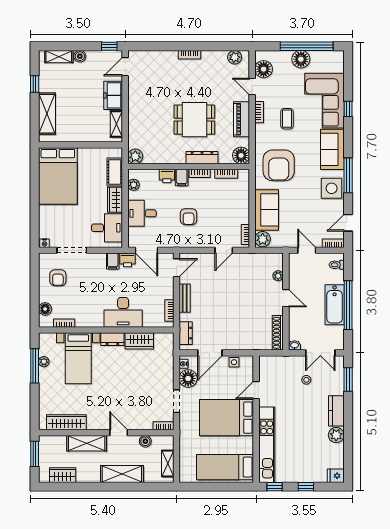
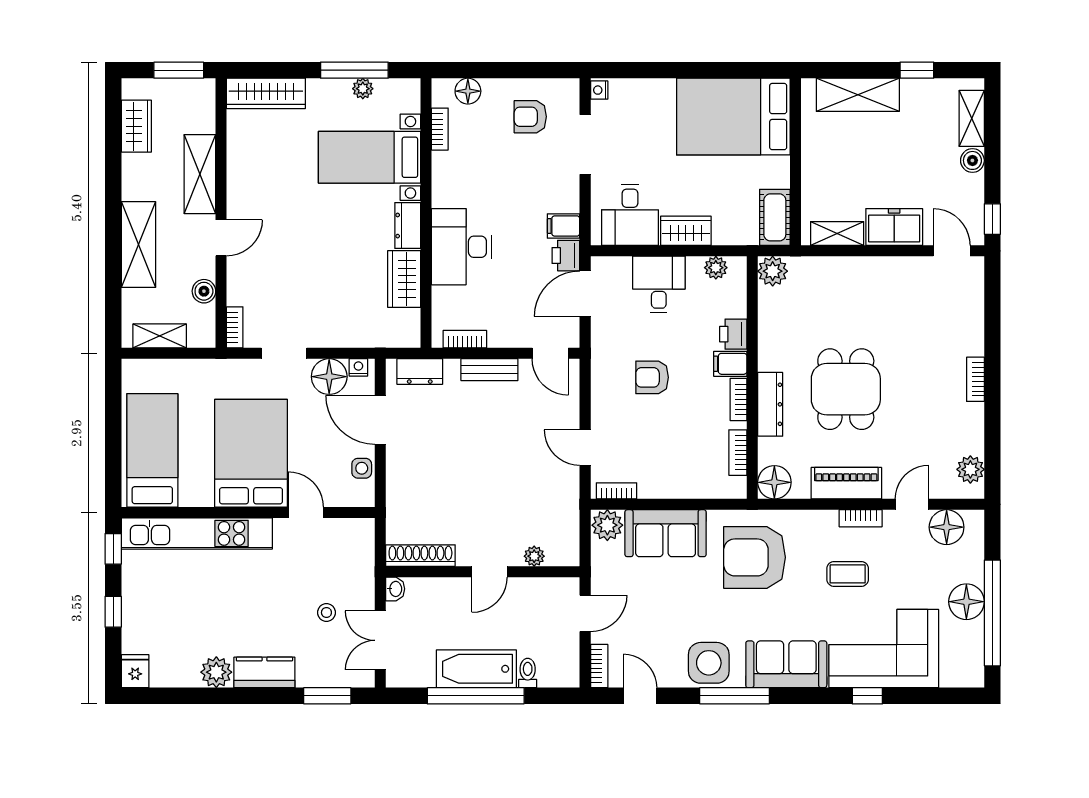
cot: (115, 172) -> (775, 217), moved, turned 90
toilet: (337, 265) -> (528, 673), moved
wardrobe: (66, 422) -> (266, 93), moved, turned 90

